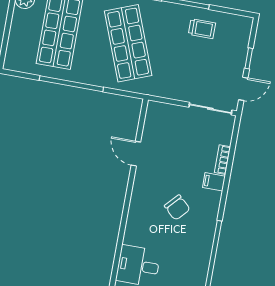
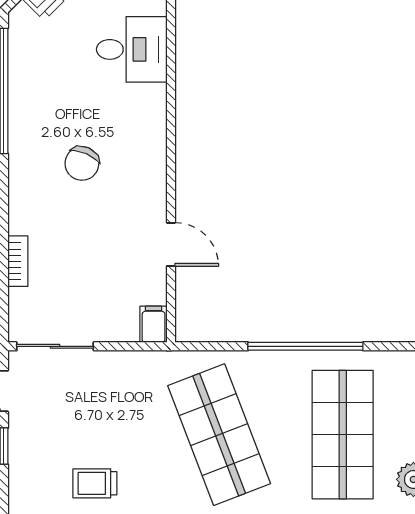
filing cabinet: (214, 182) -> (154, 324), moved, turned -90
chair: (177, 207) -> (82, 163), turned -109

